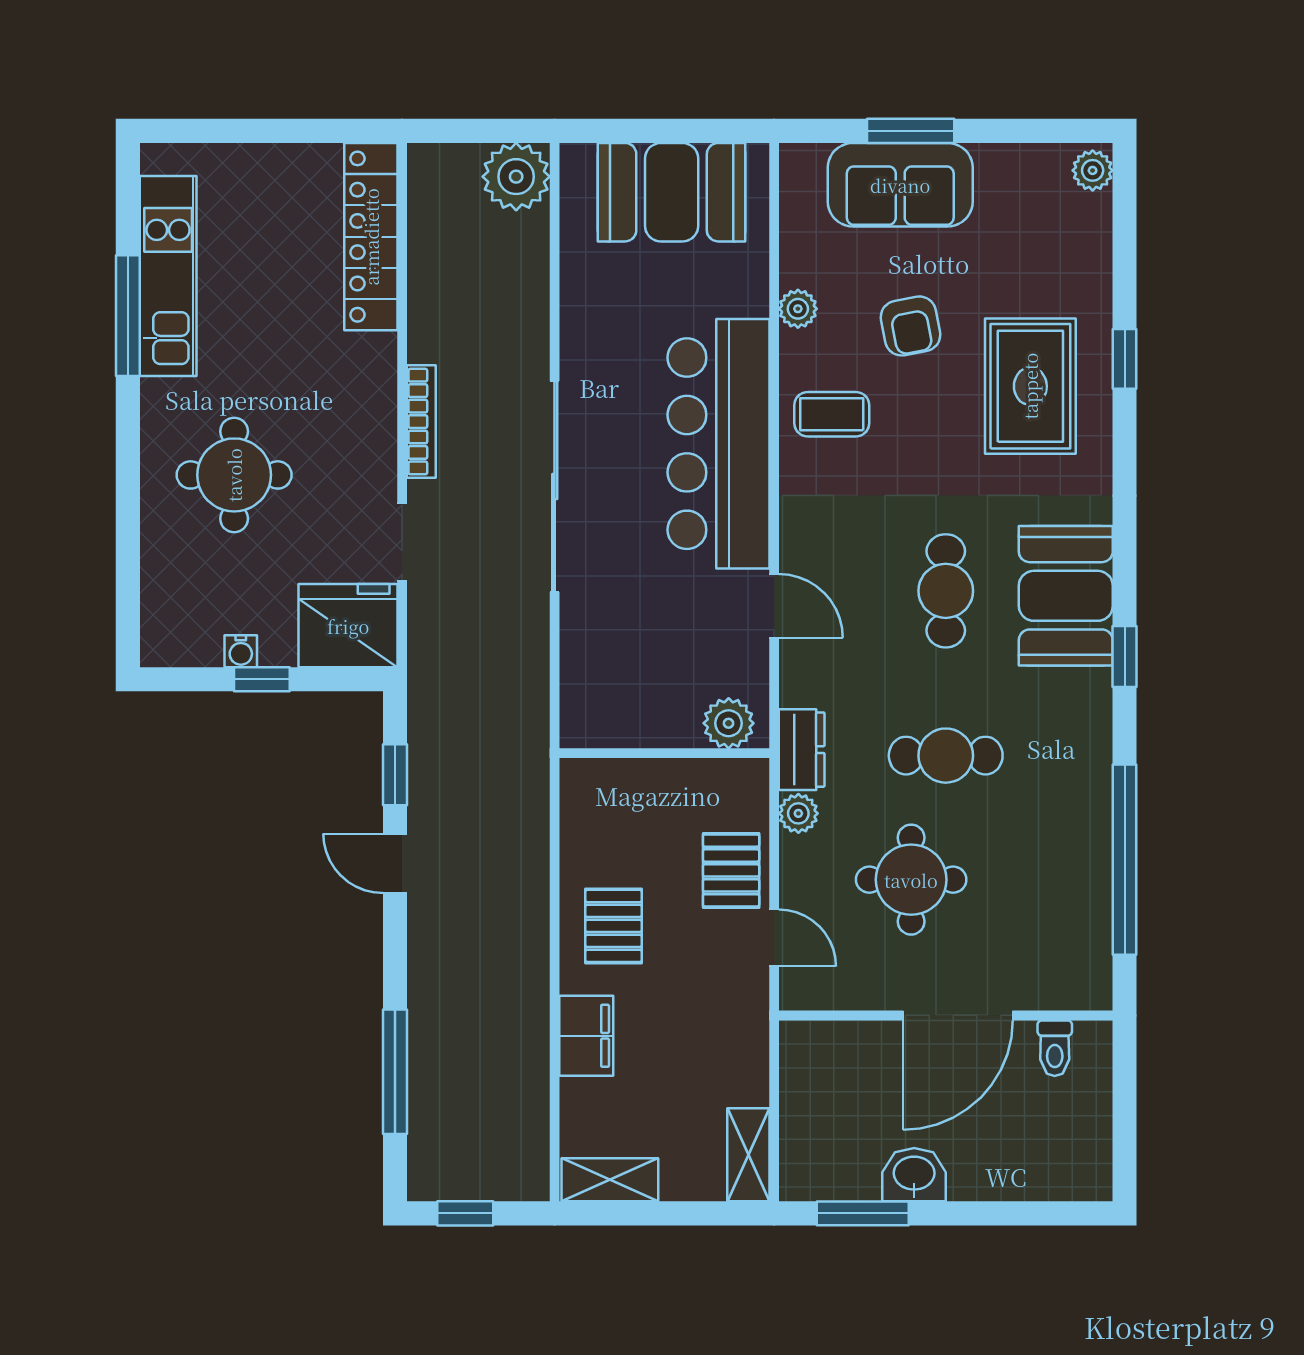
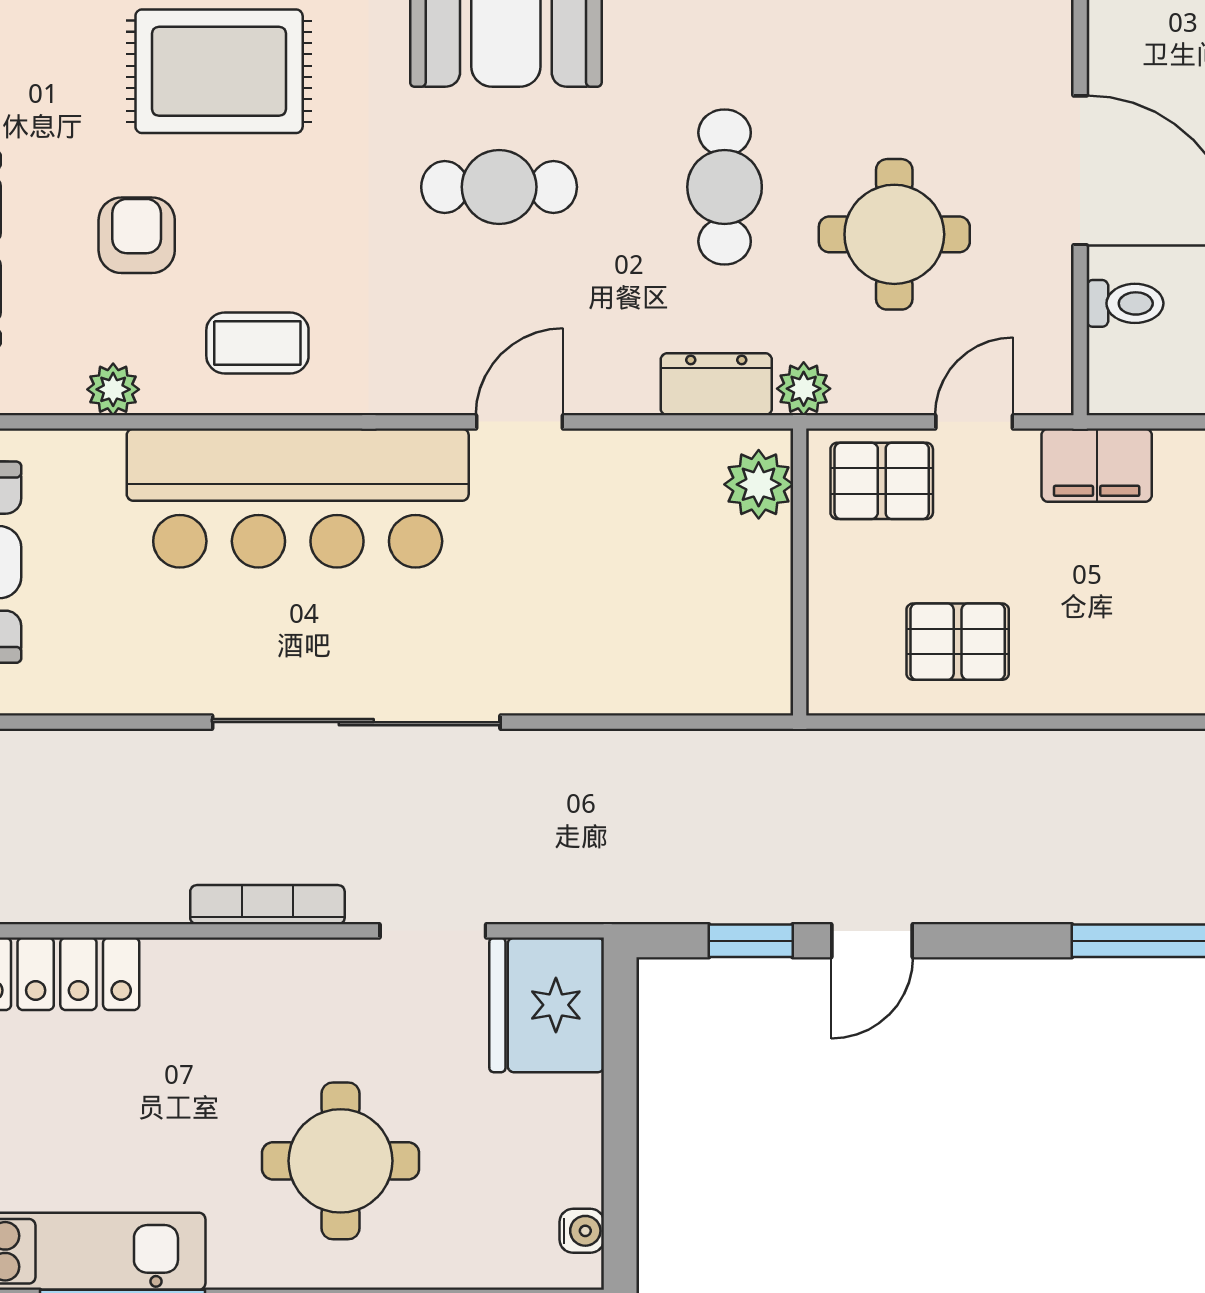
armchair: (911, 326) -> (137, 235), turned -79
coffee table: (832, 414) -> (257, 343), turned 90
water cooler: (241, 651) -> (582, 1231), moved
window: (262, 679) -> (620, 1123), removed
plant: (729, 723) -> (759, 484), moved
wall: (664, 753) -> (800, 572), moved
filing cabinet: (586, 1036) -> (1097, 465), moved, turned 180
toilet: (1055, 1048) -> (1125, 303), moved

